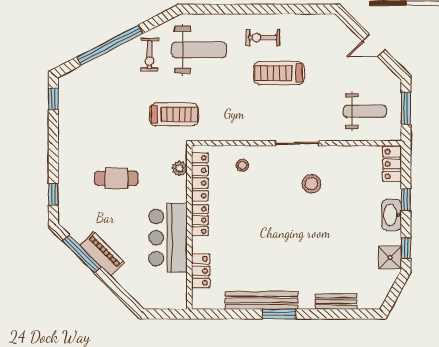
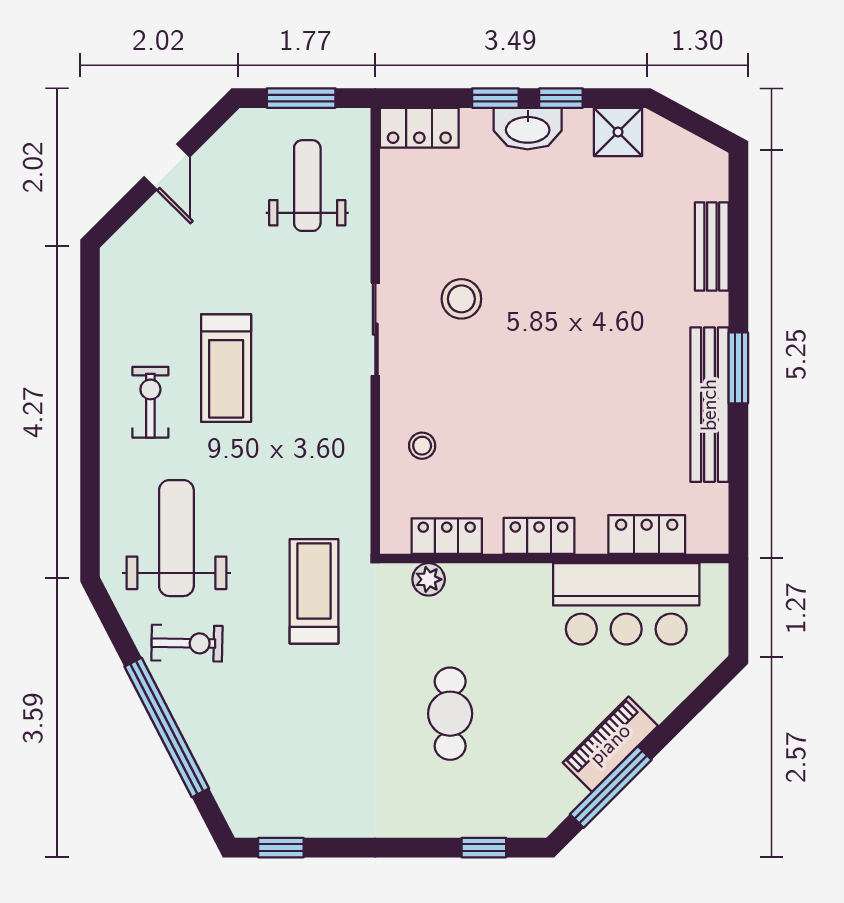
exercise bike: (263, 37) -> (150, 402), turned 180
locker: (200, 177) -> (447, 536), width x0.66
bar counter: (168, 238) -> (626, 604), moved
window: (406, 248) -> (561, 98), moved

